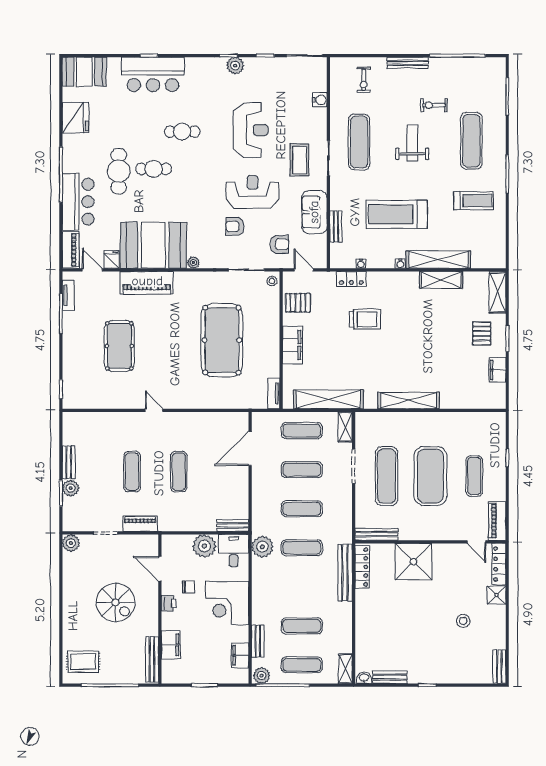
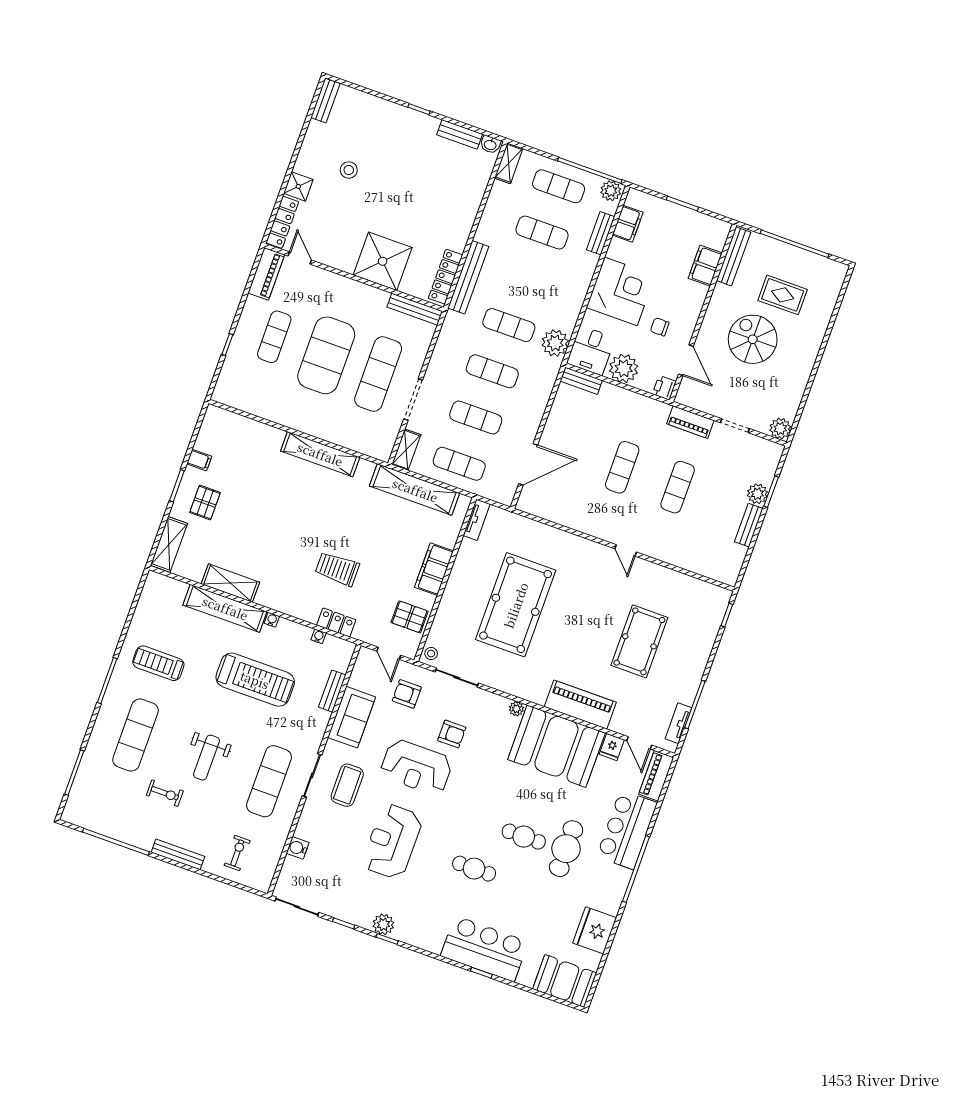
filing cabinet: (497, 370) -> (199, 460), width x0.50
printer: (169, 603) -> (664, 388), moved
rug: (83, 662) -> (783, 295), moved

